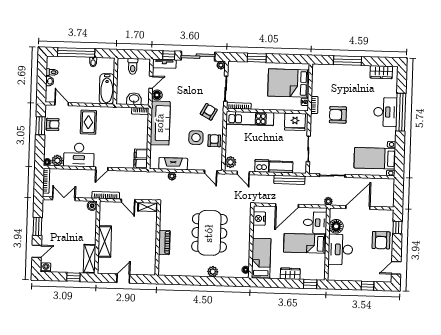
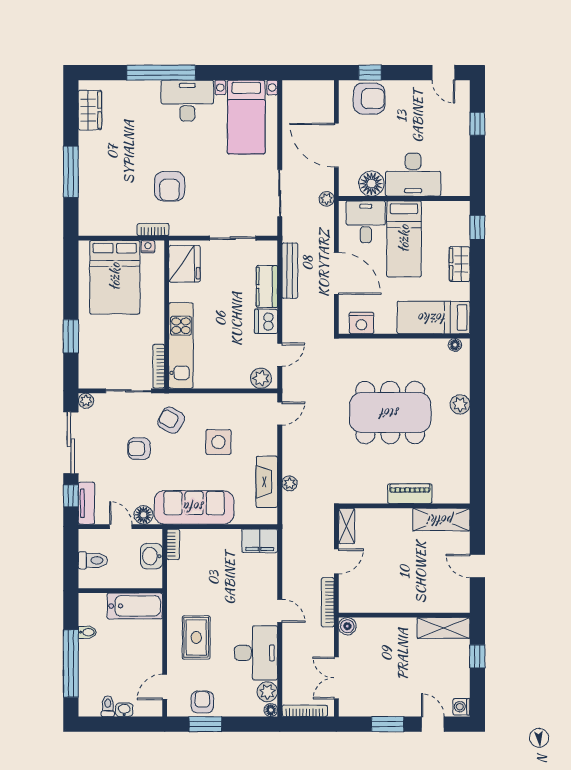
desk: (385, 112) -> (187, 101), moved
rug: (88, 122) -> (196, 637), turned 90
armchair: (214, 141) -> (139, 449), moved
armchair: (381, 240) -> (369, 99), moved
shelving: (105, 242) -> (441, 520), moved

